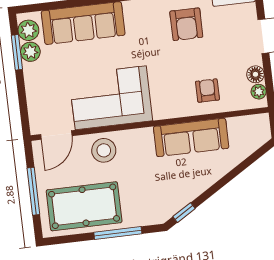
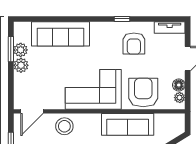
plant: (28, 30) -> (21, 65), moved
armchair: (207, 91) -> (143, 92), width x1.88, depth x1.88
corner sofa: (111, 98) -> (93, 89), moved

